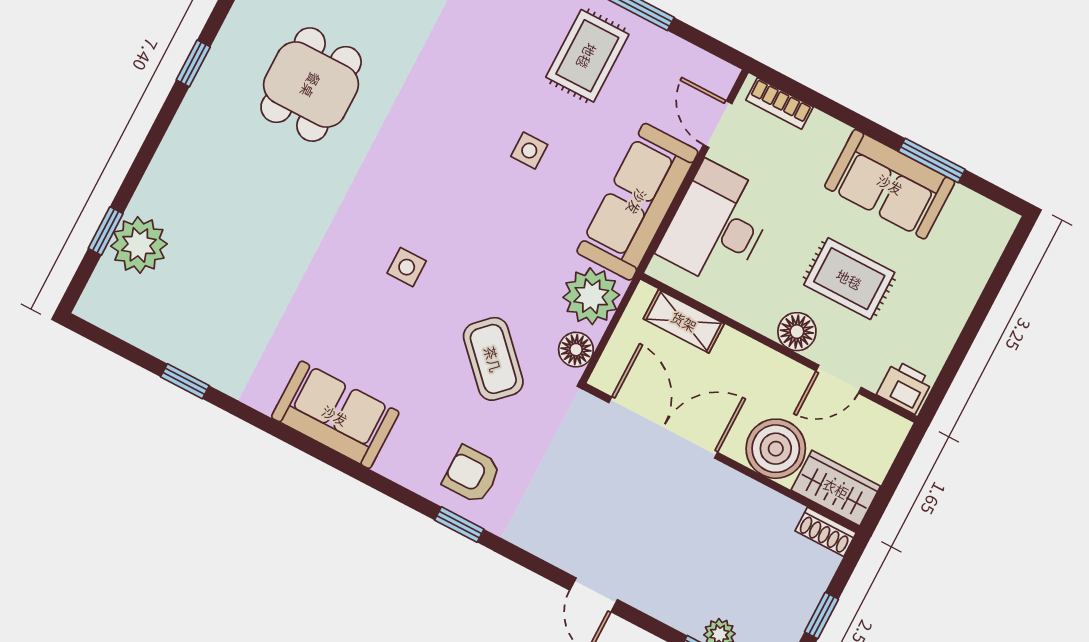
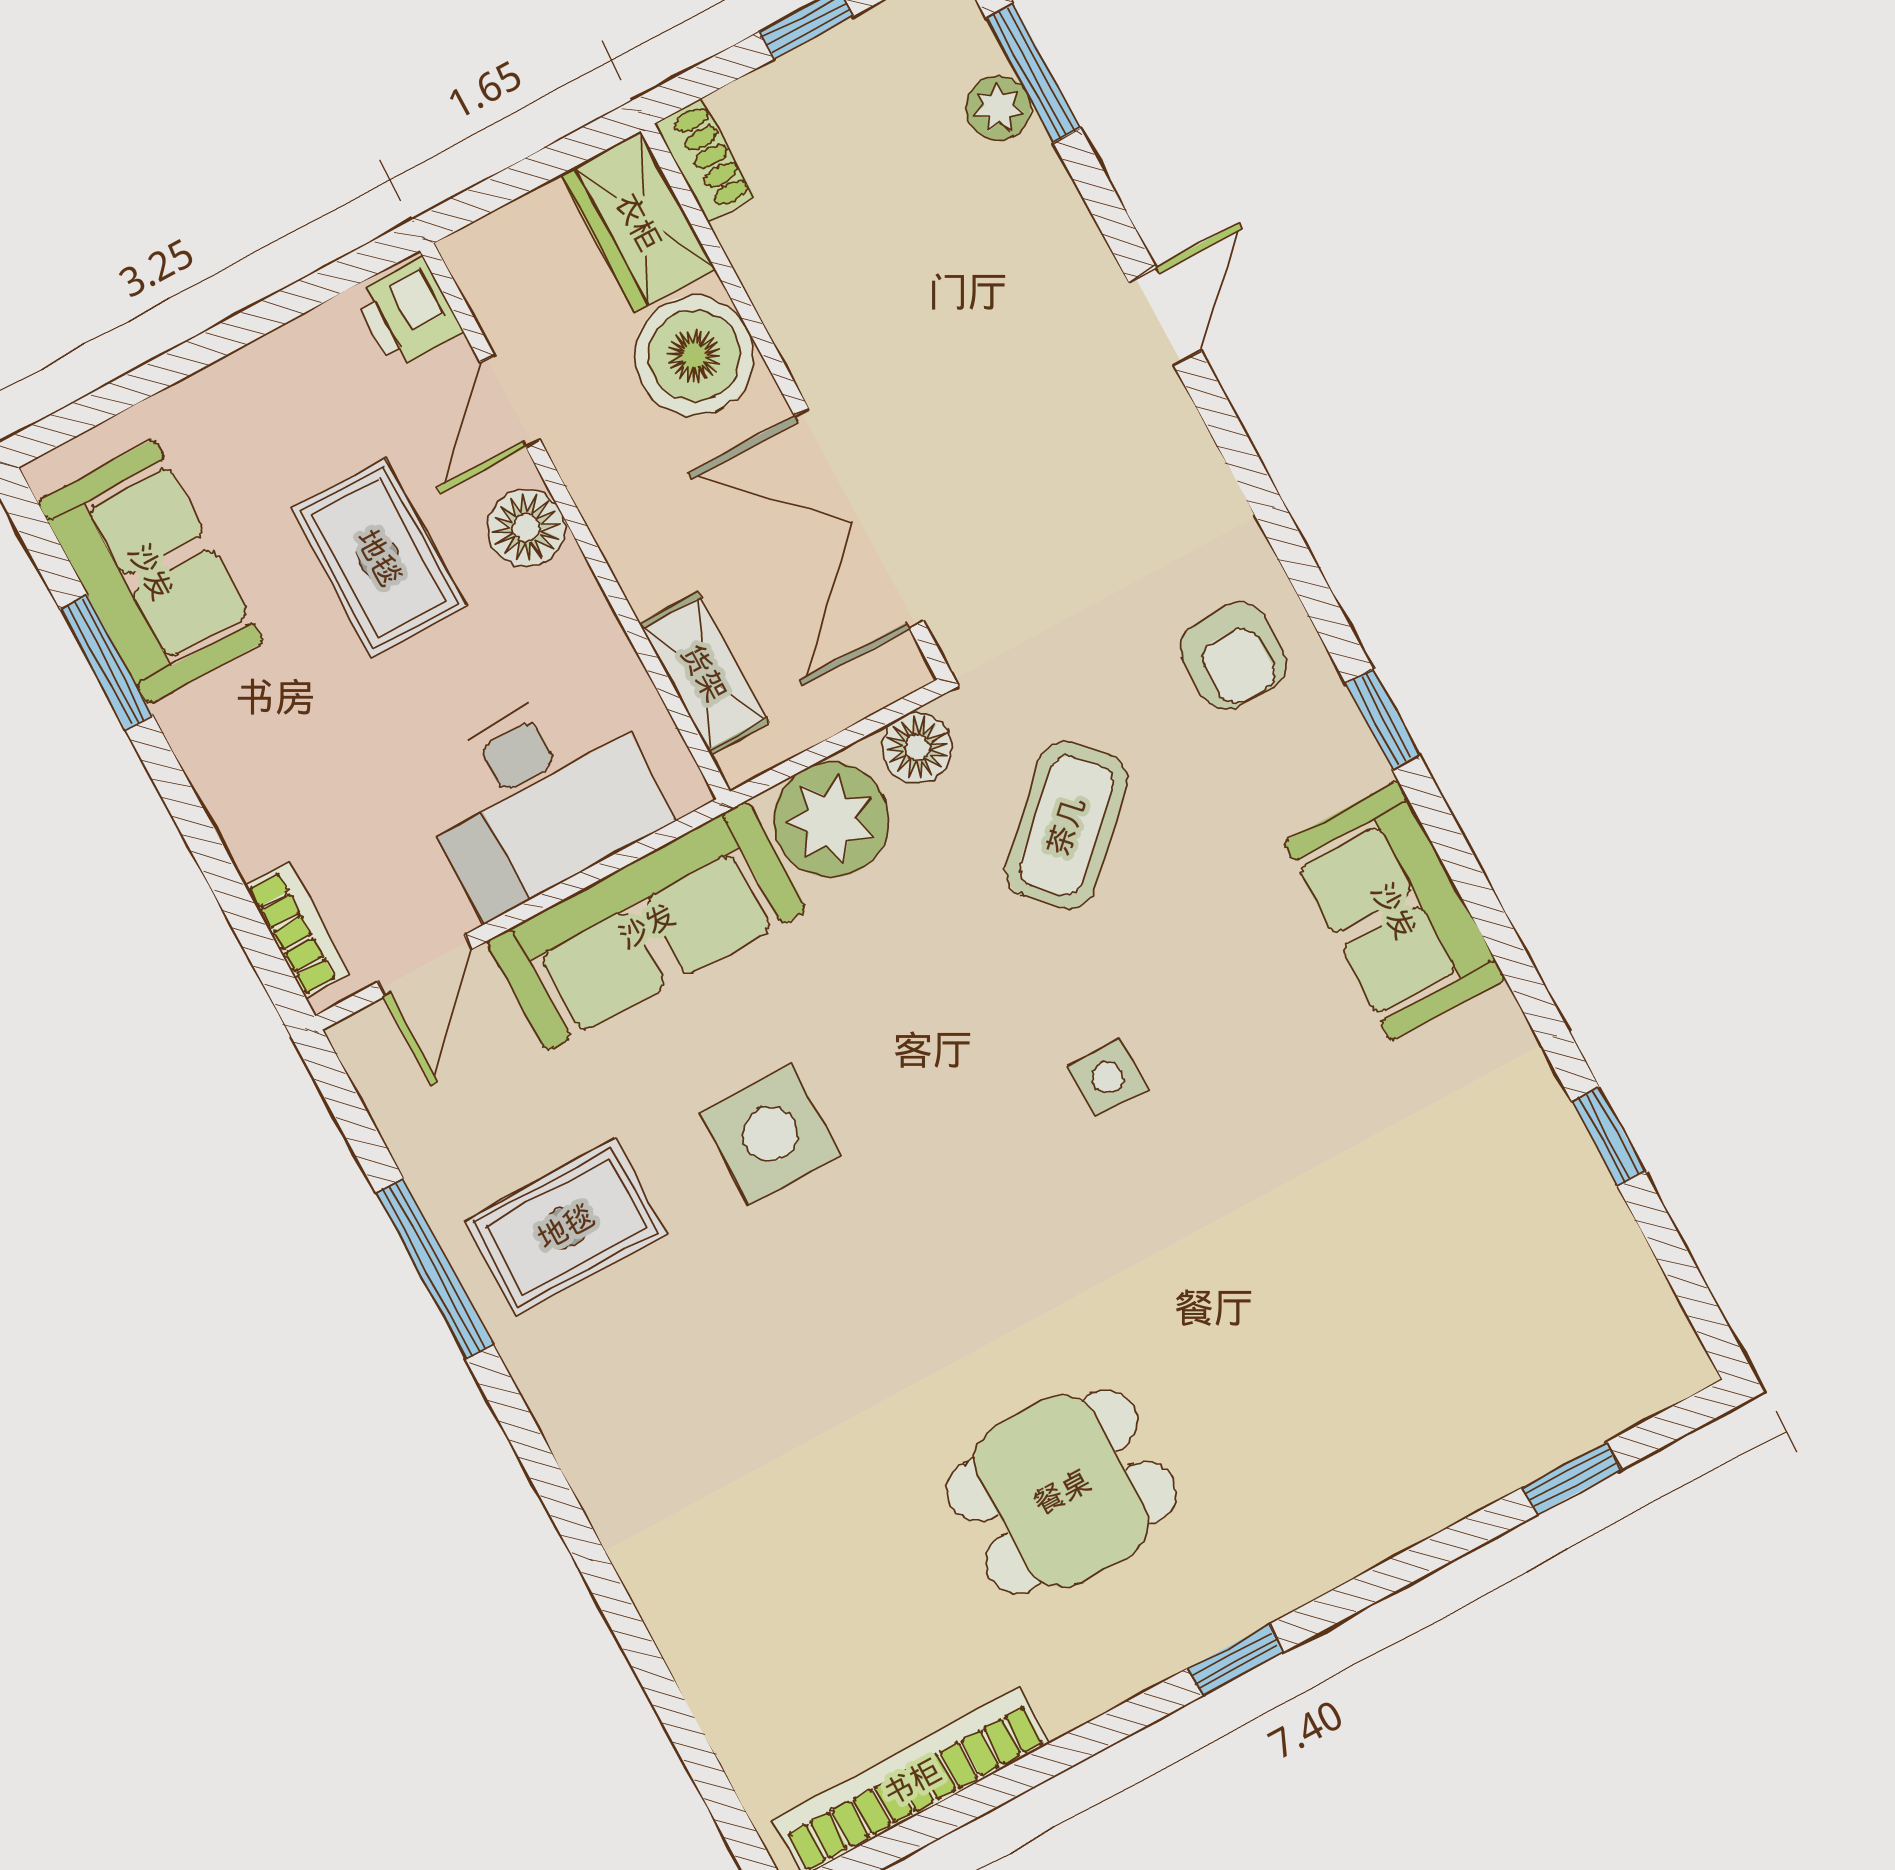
side table: (529, 151) -> (770, 1134), width x1.87, depth x1.87
sofa: (890, 184) -> (151, 572), moved
plant: (139, 245) -> (1532, 1417), removed
door: (839, 379) -> (510, 401), swing flipped
window: (459, 525) -> (1383, 719), moved

